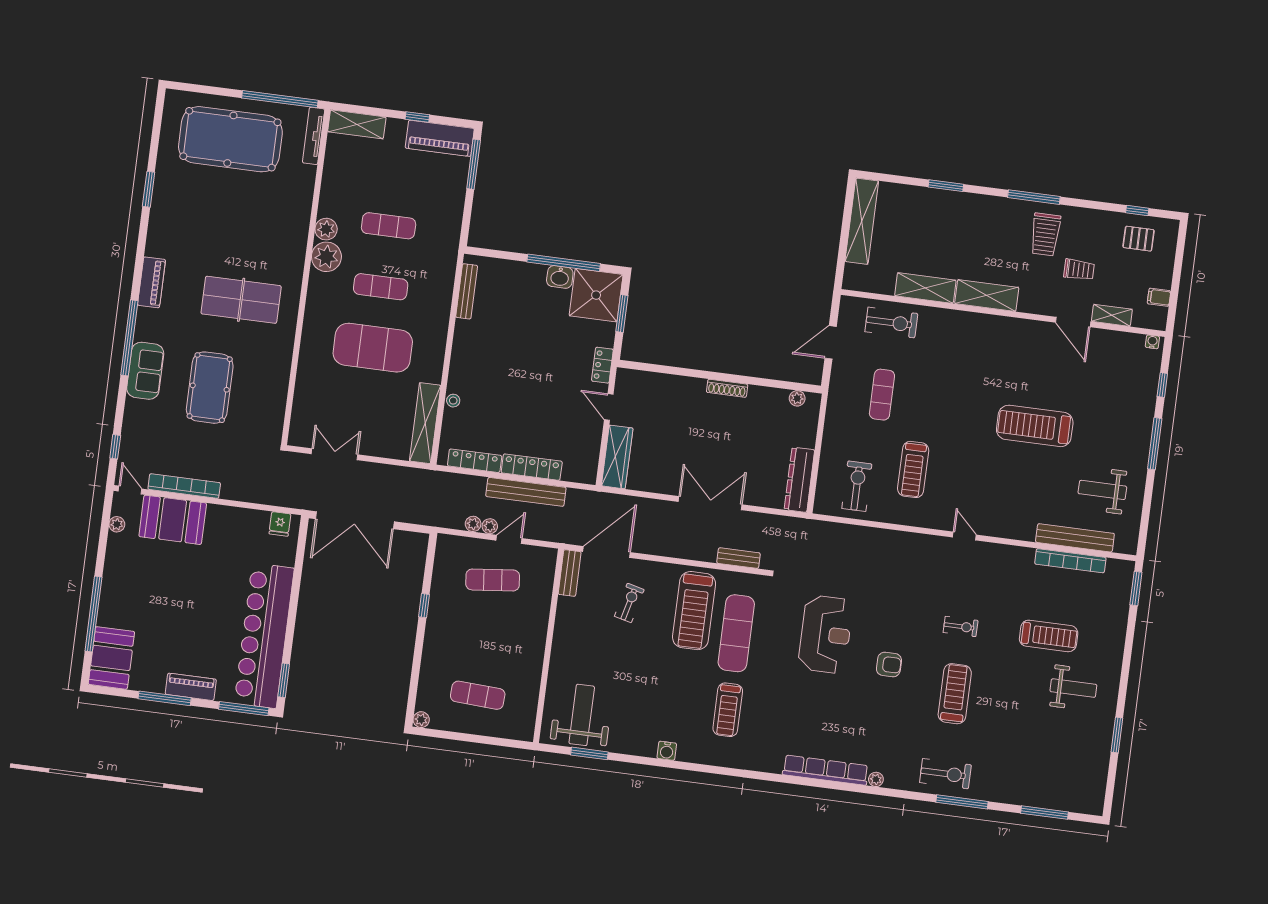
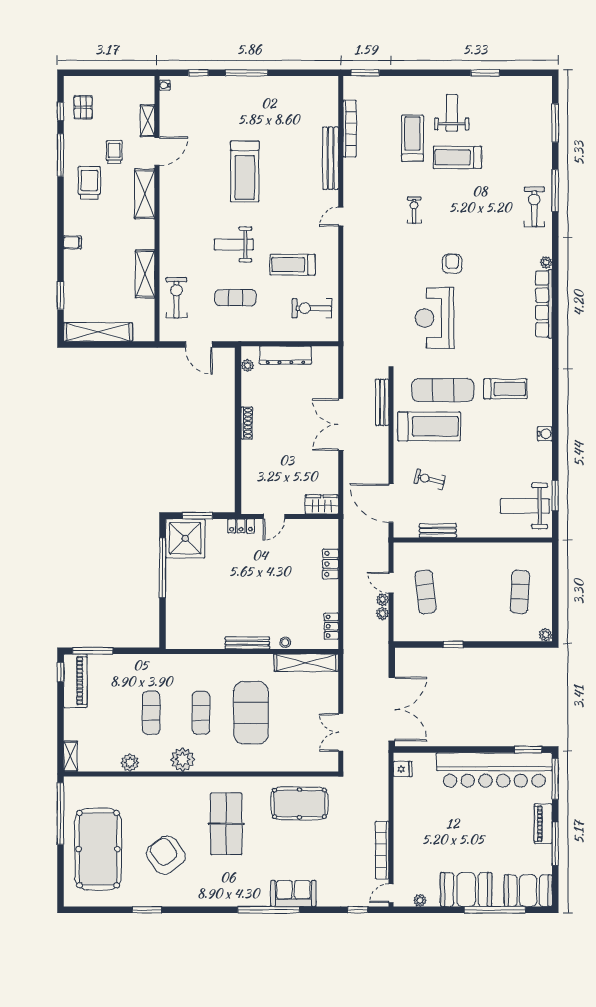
window: (417, 117) -> (61, 672), moved
shelving: (357, 124) -> (70, 756), width x0.67, depth x0.75
tv unit: (314, 136) -> (87, 783), removed
window: (946, 186) -> (61, 295), moved
window: (1034, 197) -> (61, 155), moved
armchair: (212, 221) -> (166, 855), added
plant: (326, 229) -> (130, 763), moved
trolley: (1045, 234) -> (89, 183), turned -90
washbasin: (560, 277) -> (174, 569), removed
piano: (151, 282) -> (222, 898), removed
bench: (467, 291) -> (247, 643), moved
shelving: (987, 295) -> (145, 194), moved
filing cabinet: (1159, 297) -> (72, 242), moved, turned -90
pool table: (210, 388) -> (299, 803), moved
wardrobe: (617, 457) -> (322, 504), width x0.67
locker: (475, 461) -> (331, 626), width x0.66
locker: (532, 467) -> (331, 564), width x0.66
treadmill: (913, 469) -> (293, 265), turned 180
dresser: (799, 480) -> (285, 355), moved
weight bench: (1102, 490) -> (234, 244), moved, turned 90
bench: (526, 492) -> (351, 574), removed
booth: (173, 520) -> (466, 890), moved, turned 90
bench: (1075, 538) -> (331, 158), moved
bench: (739, 558) -> (382, 402), width x1.36
bench: (570, 573) -> (438, 531), moved
reception desk: (826, 634) -> (434, 318), turned -90
treadmill: (955, 694) -> (457, 157), moved

